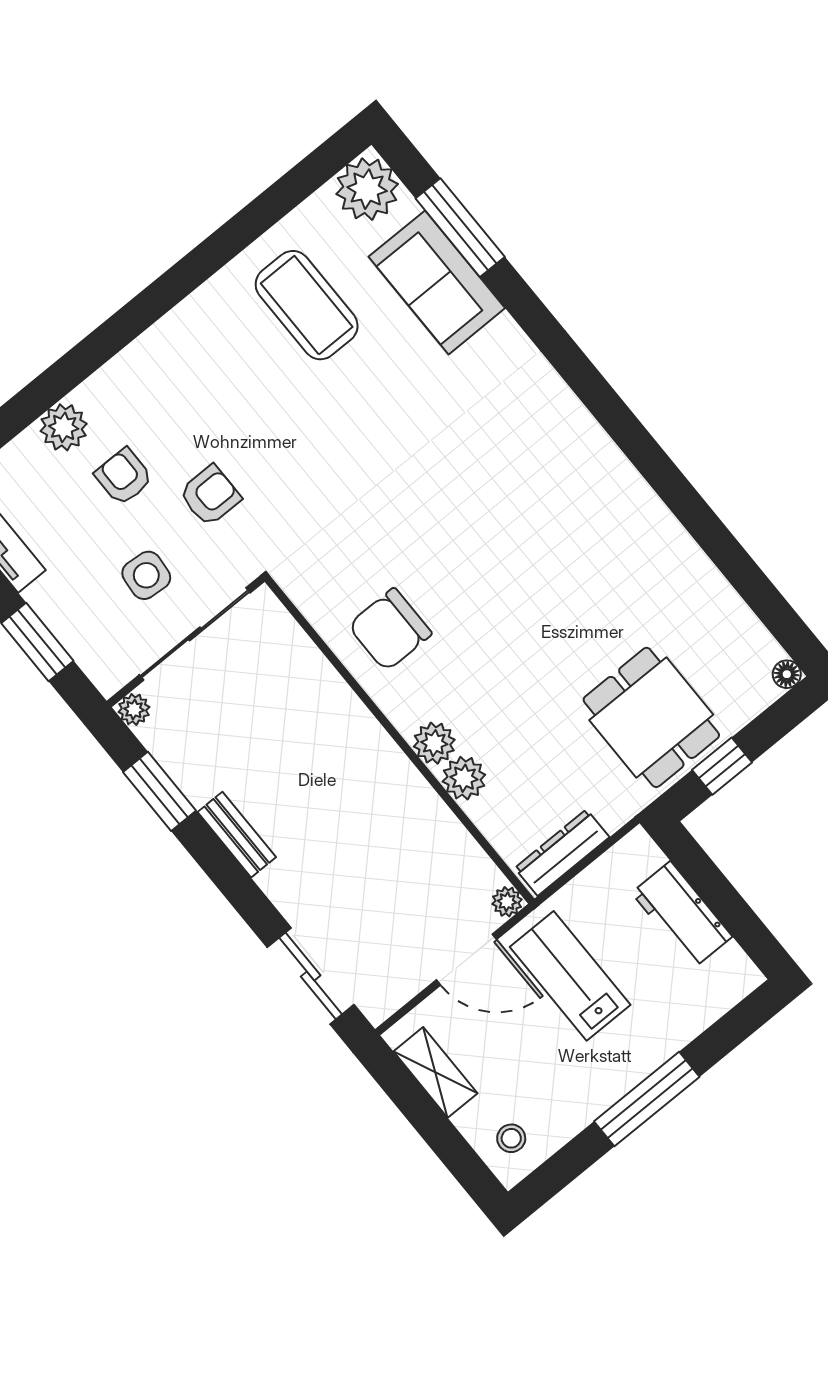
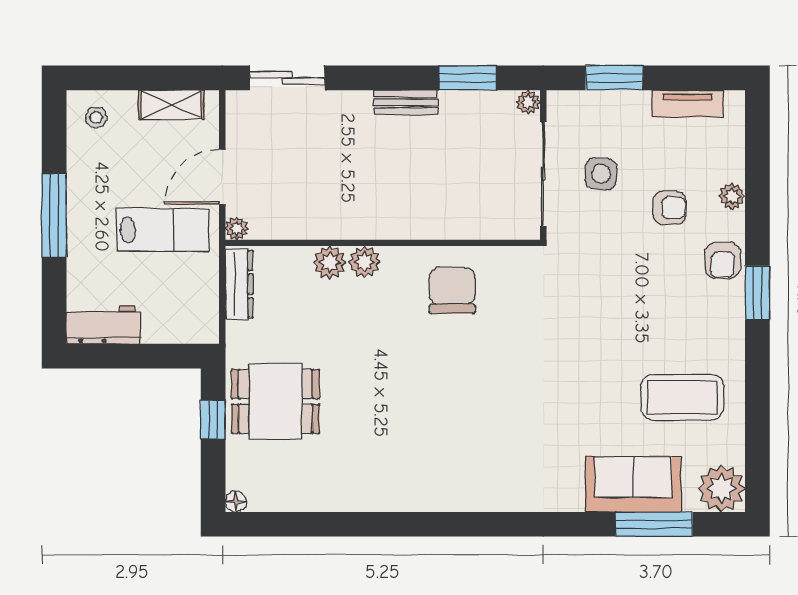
window: (137, 316) -> (757, 293), added
plant: (64, 427) -> (732, 196), width x0.73, depth x0.73
armchair: (210, 496) -> (723, 260), moved
workbench: (682, 915) -> (103, 325), moved

